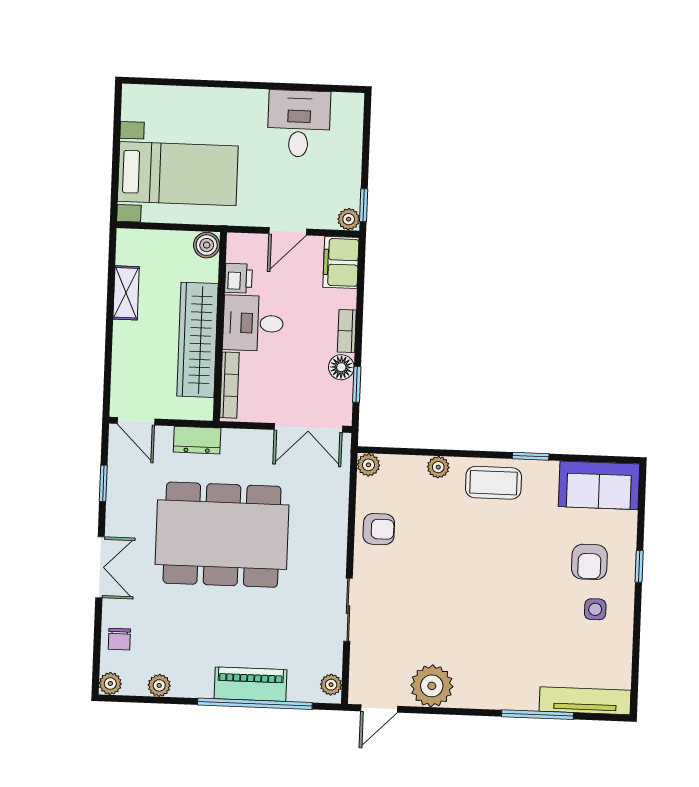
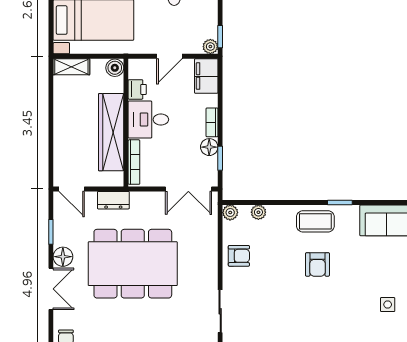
shelving: (126, 293) -> (71, 67), moved, turned 90
plant: (438, 467) -> (258, 212), moved
floor lamp: (120, 520) -> (63, 257), added
armchair: (589, 562) -> (317, 264), moved

